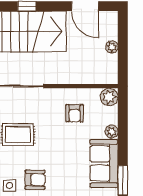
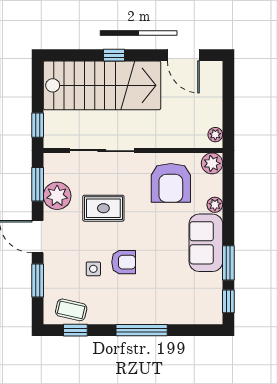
plant: (112, 47) -> (215, 135), moved
armchair: (75, 113) -> (171, 183), width x1.88, depth x1.88

